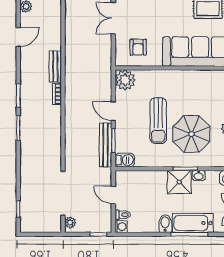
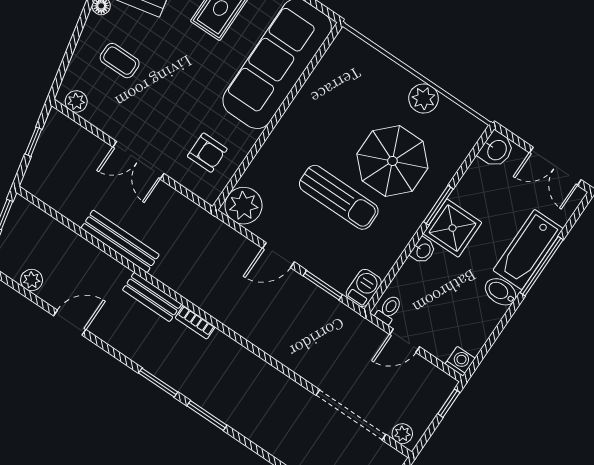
door: (18, 37) -> (70, 323), hinge flipped
bench: (105, 145) -> (120, 241), moved
washbasin: (199, 176) -> (423, 251), moved
toilet: (123, 215) -> (389, 309), moved

